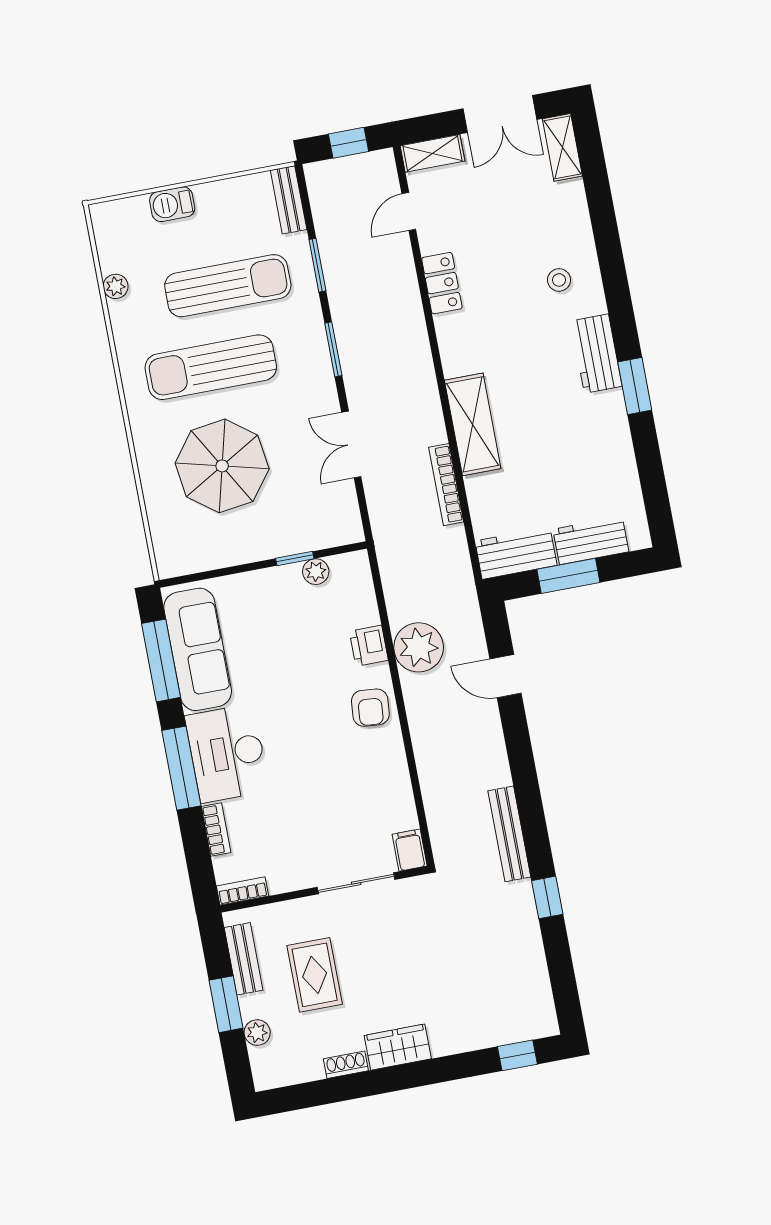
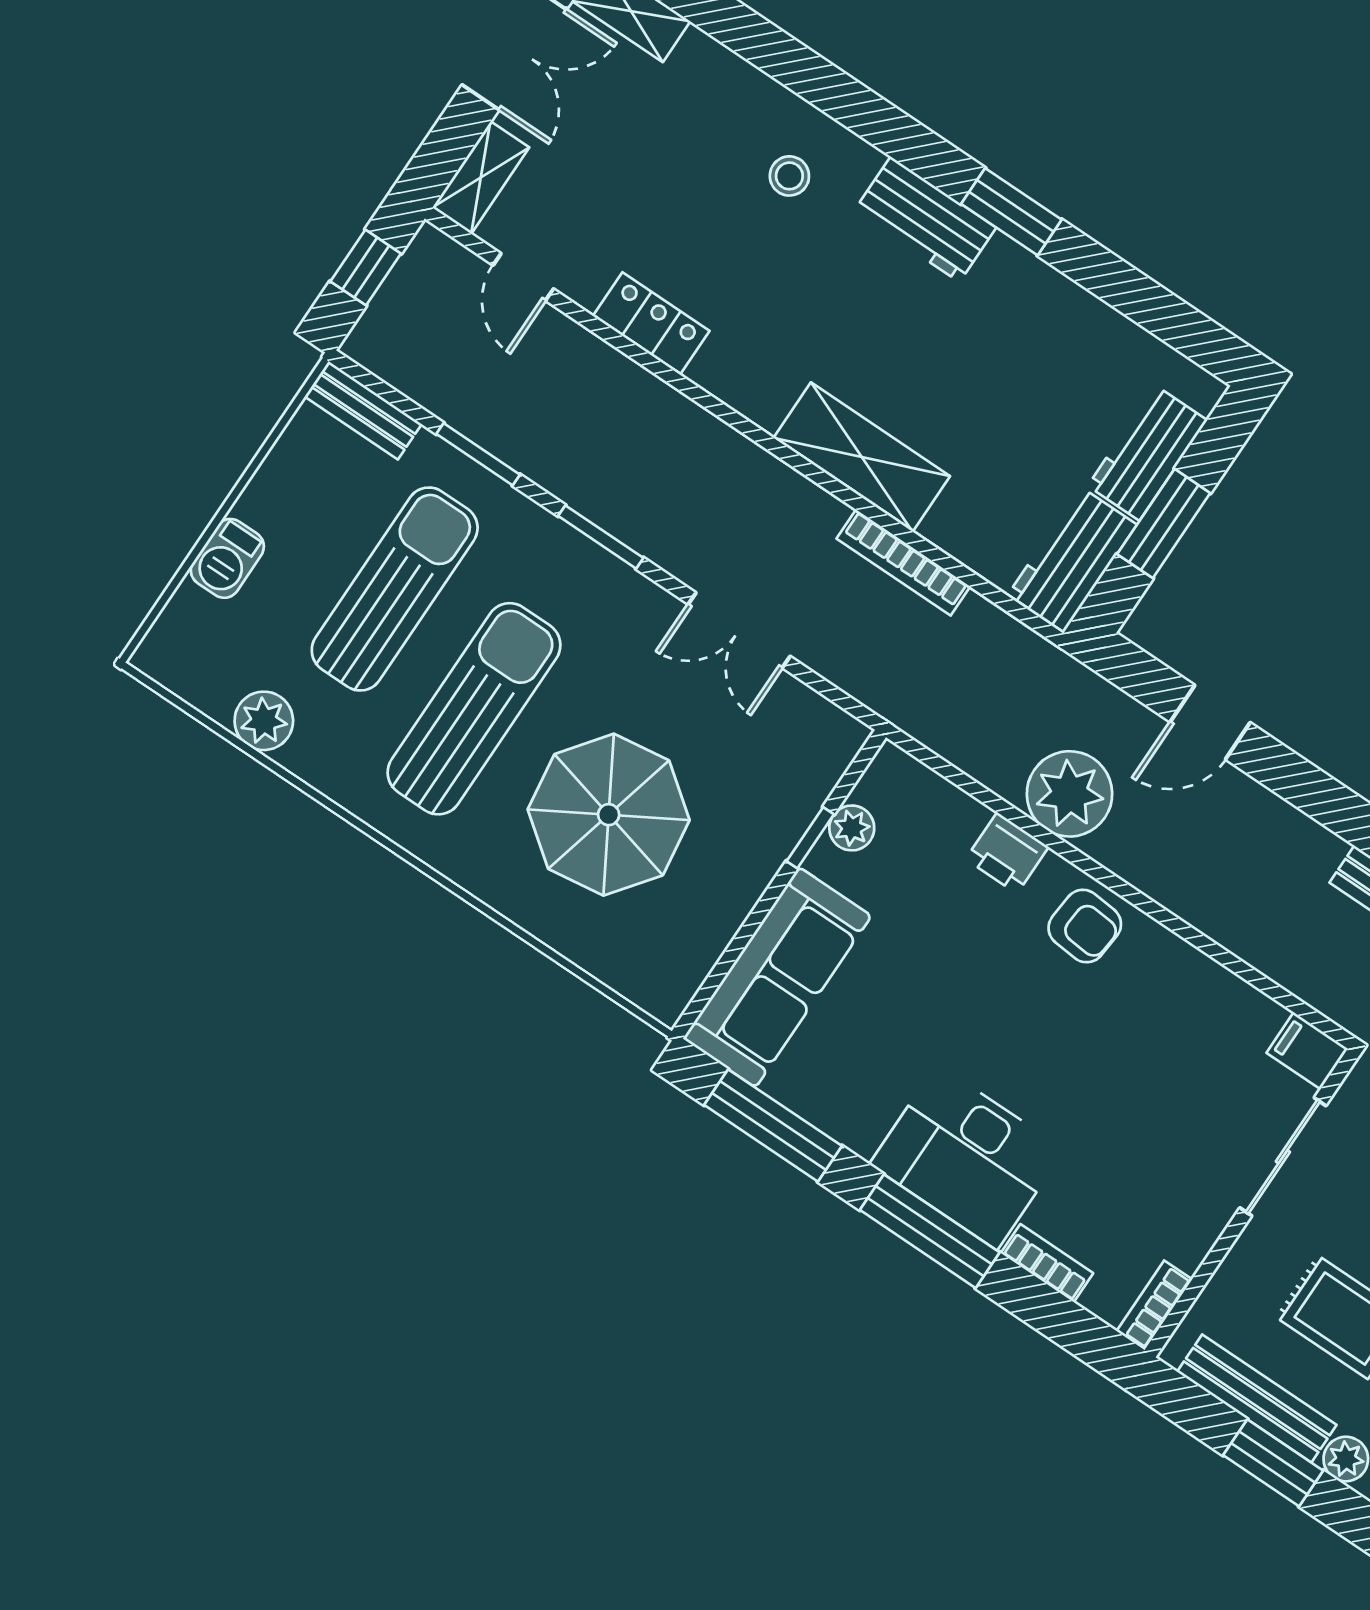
plant: (116, 286) -> (264, 721), width x1.38, depth x1.38
sun lounger: (211, 367) -> (474, 709), turned 180
sofa: (198, 649) -> (777, 977), moved, turned 90
bench: (243, 959) -> (1257, 1398), width x1.36

